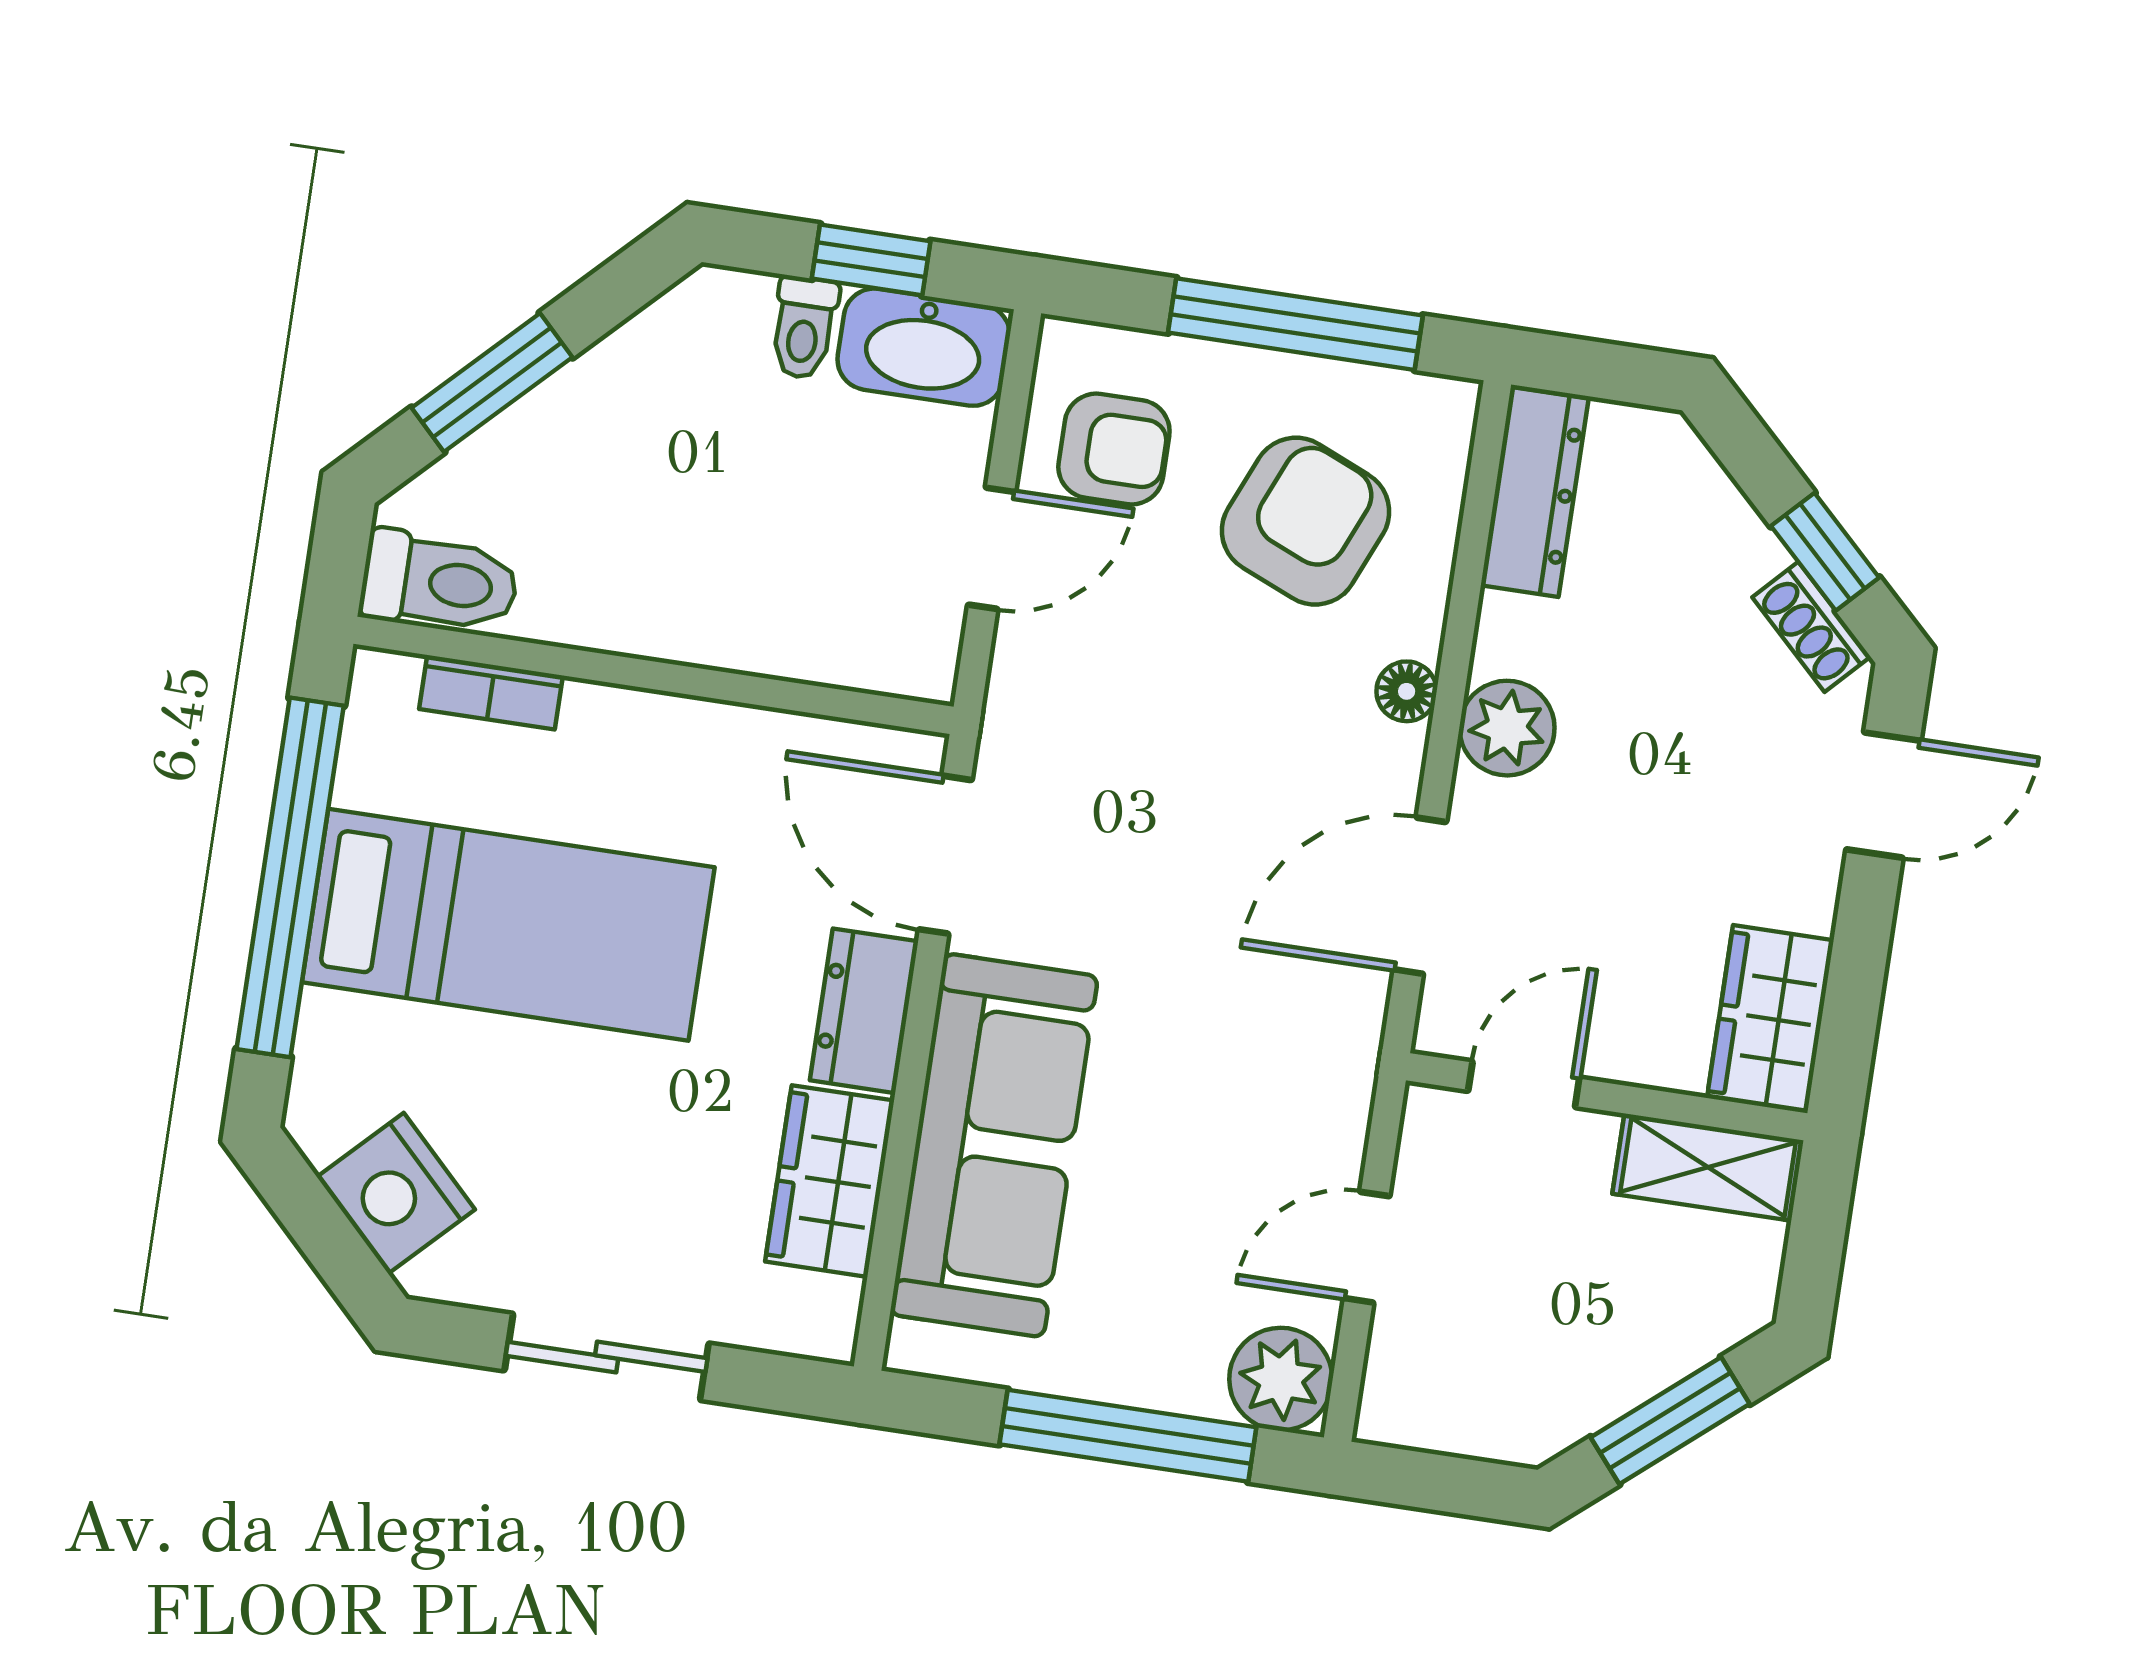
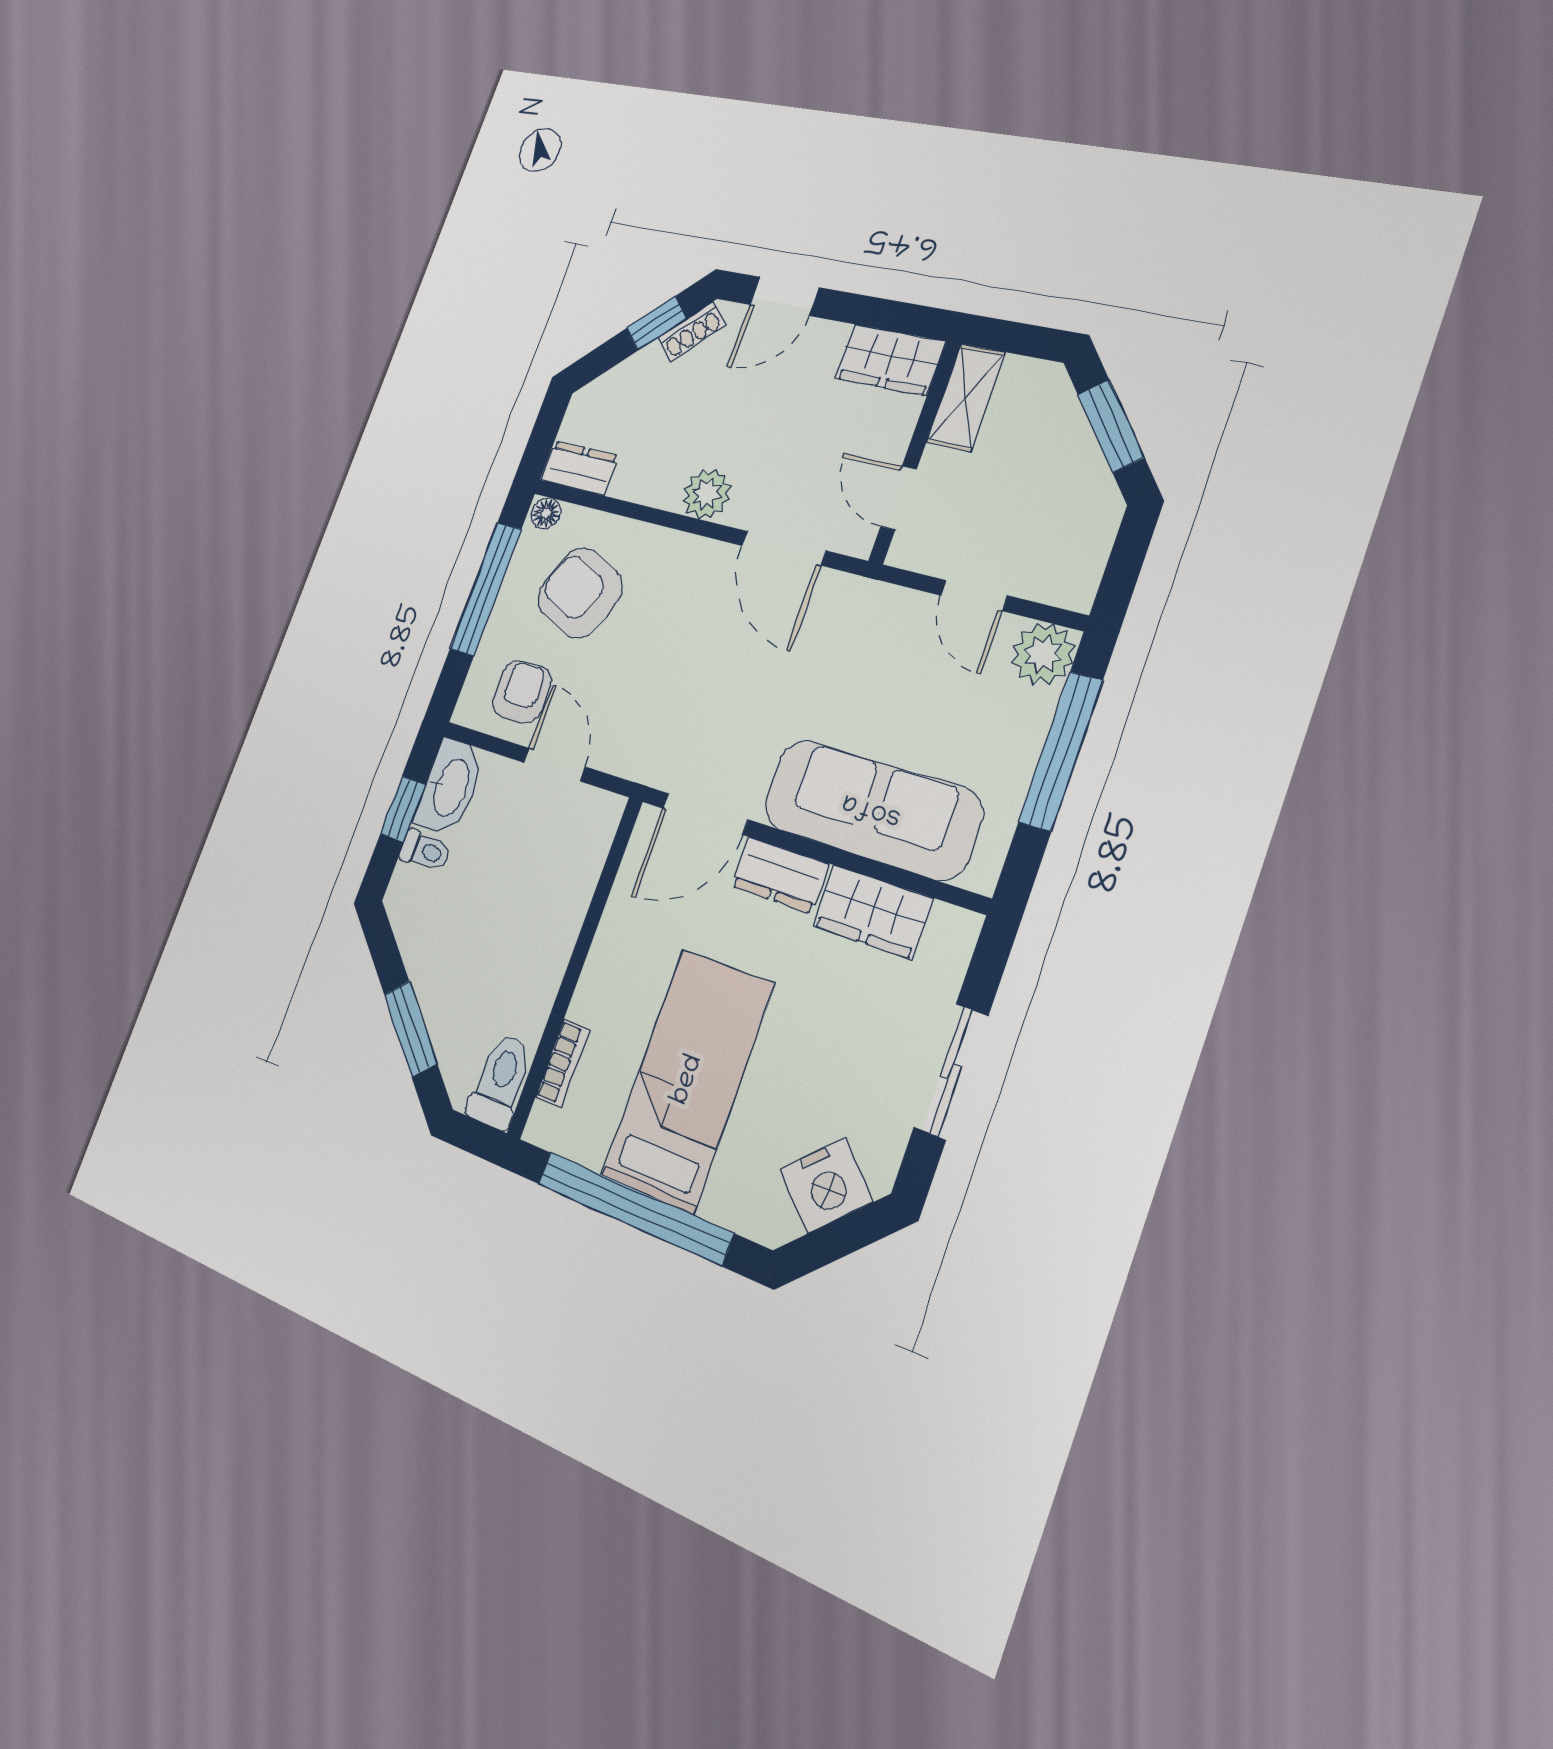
dresser: (1535, 492) -> (580, 468), width x0.70
floor lamp: (1407, 691) -> (546, 513), moved
door: (1883, 795) -> (784, 296), swing flipped

